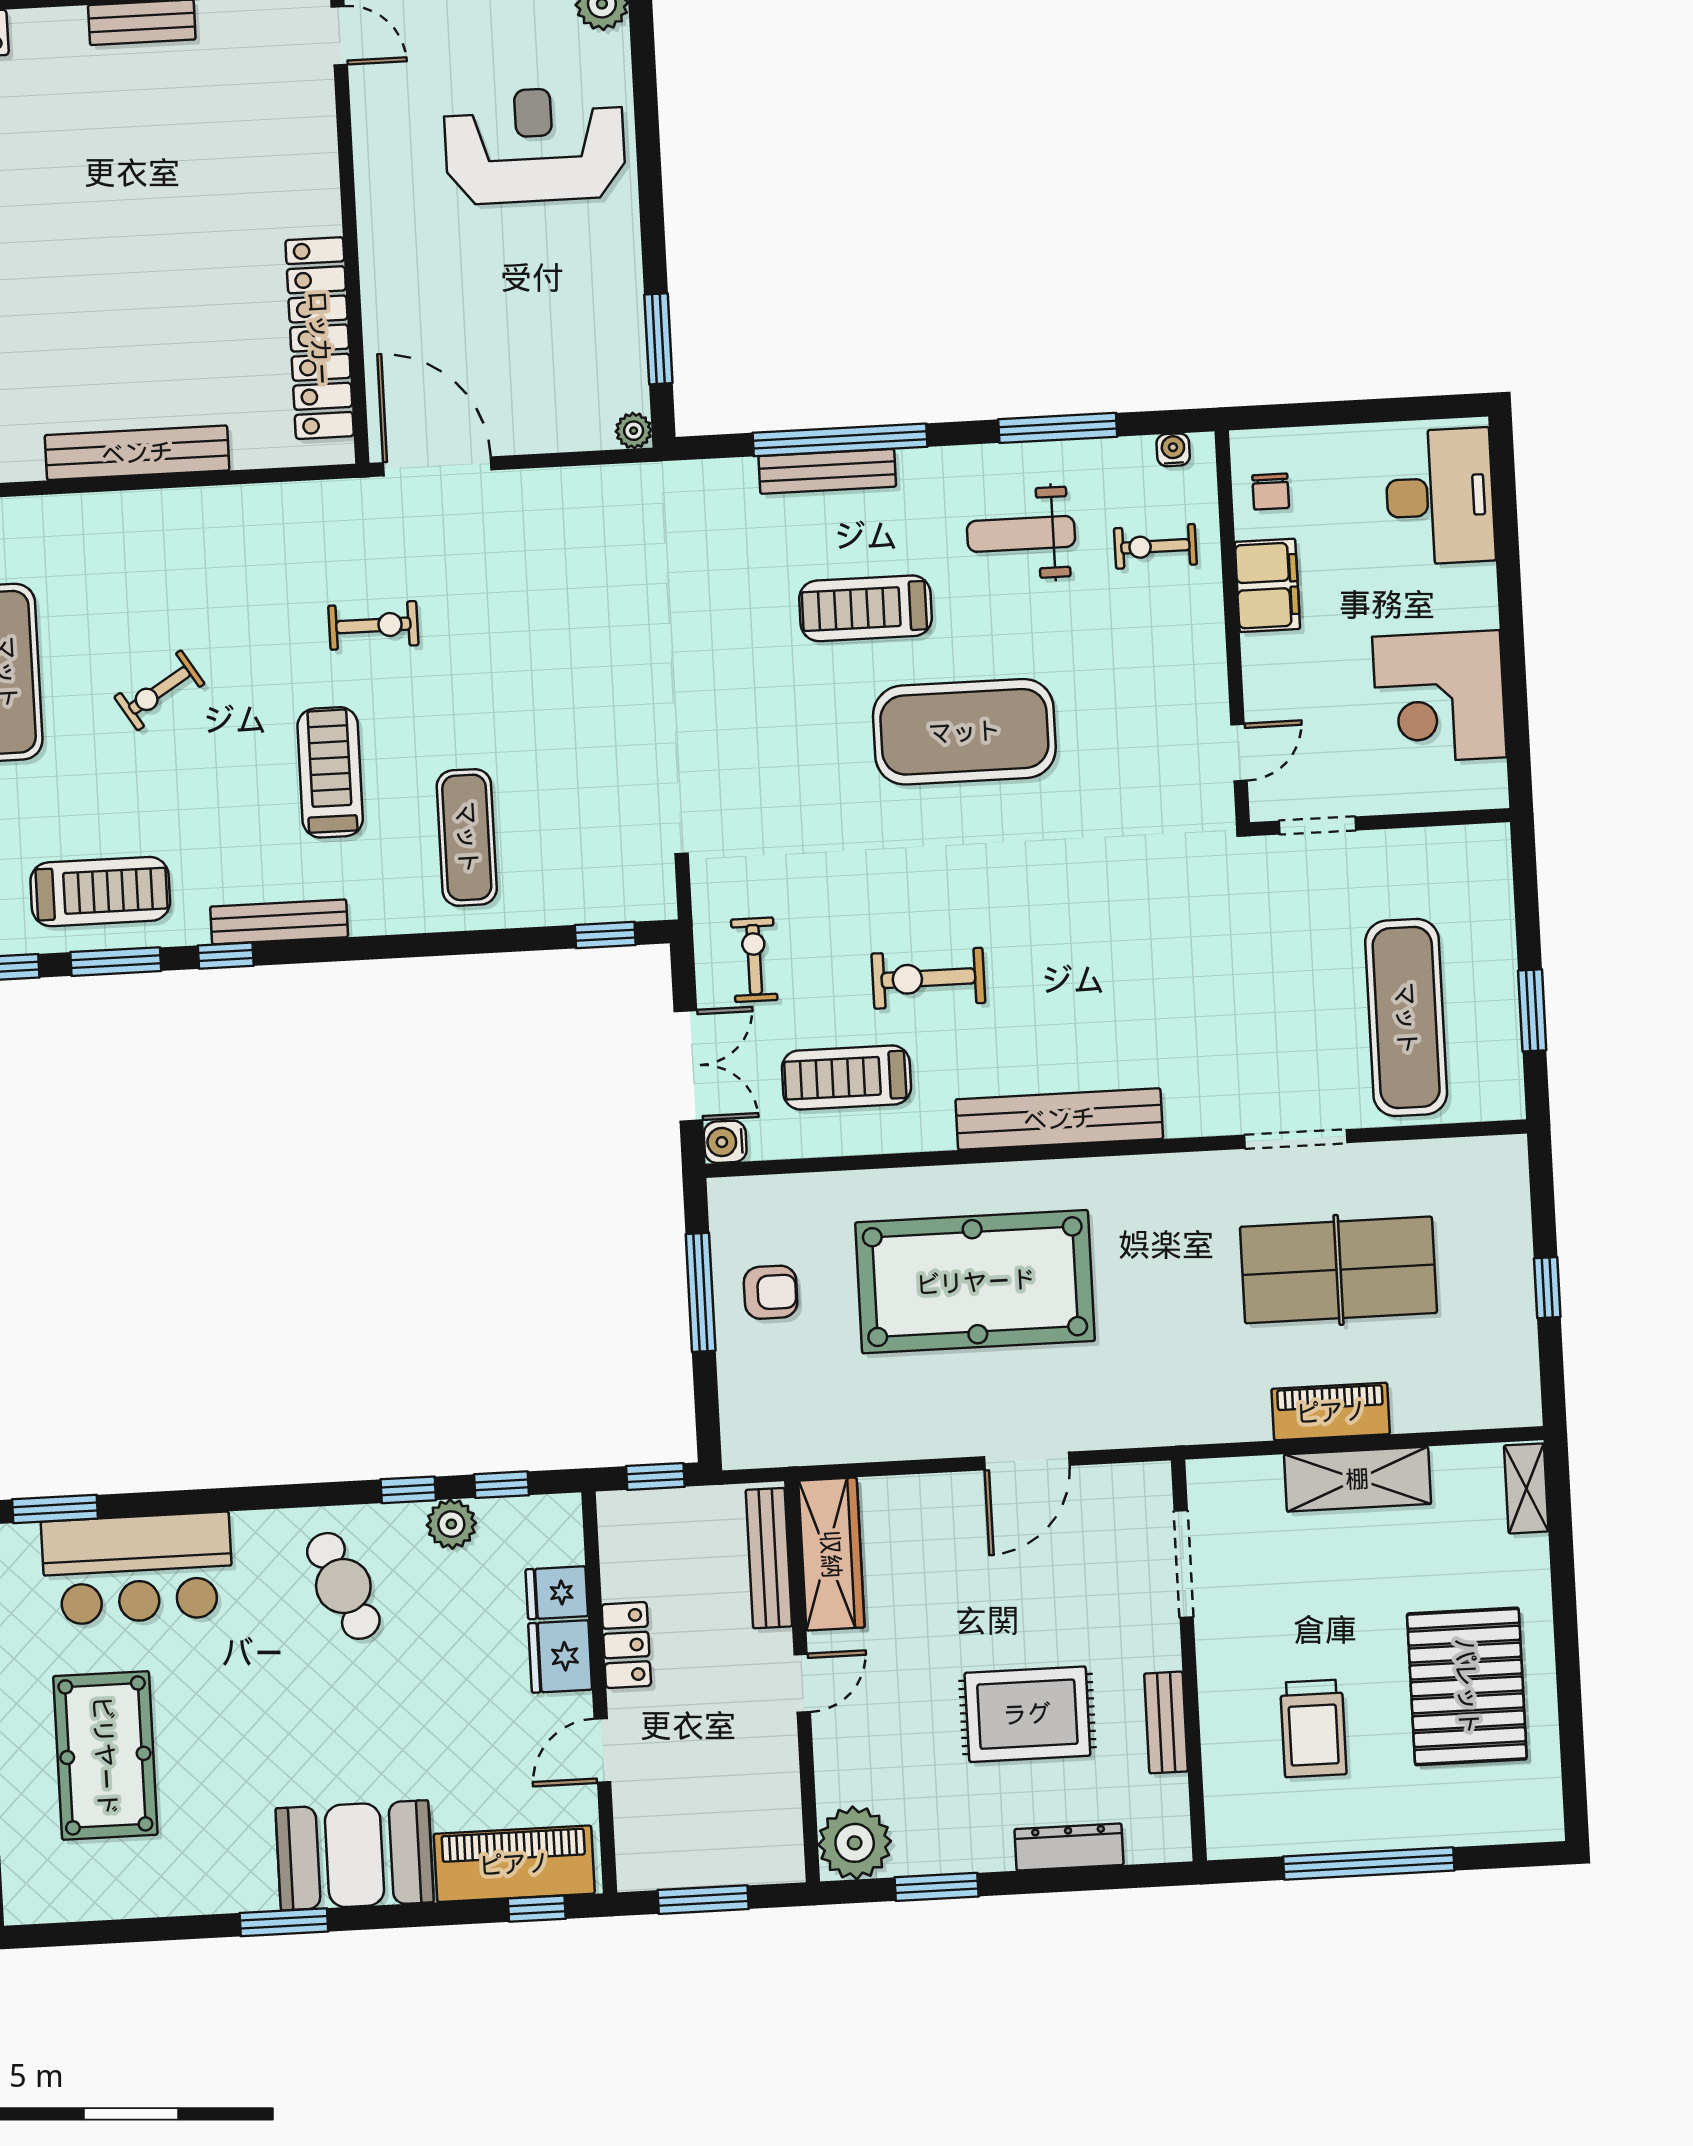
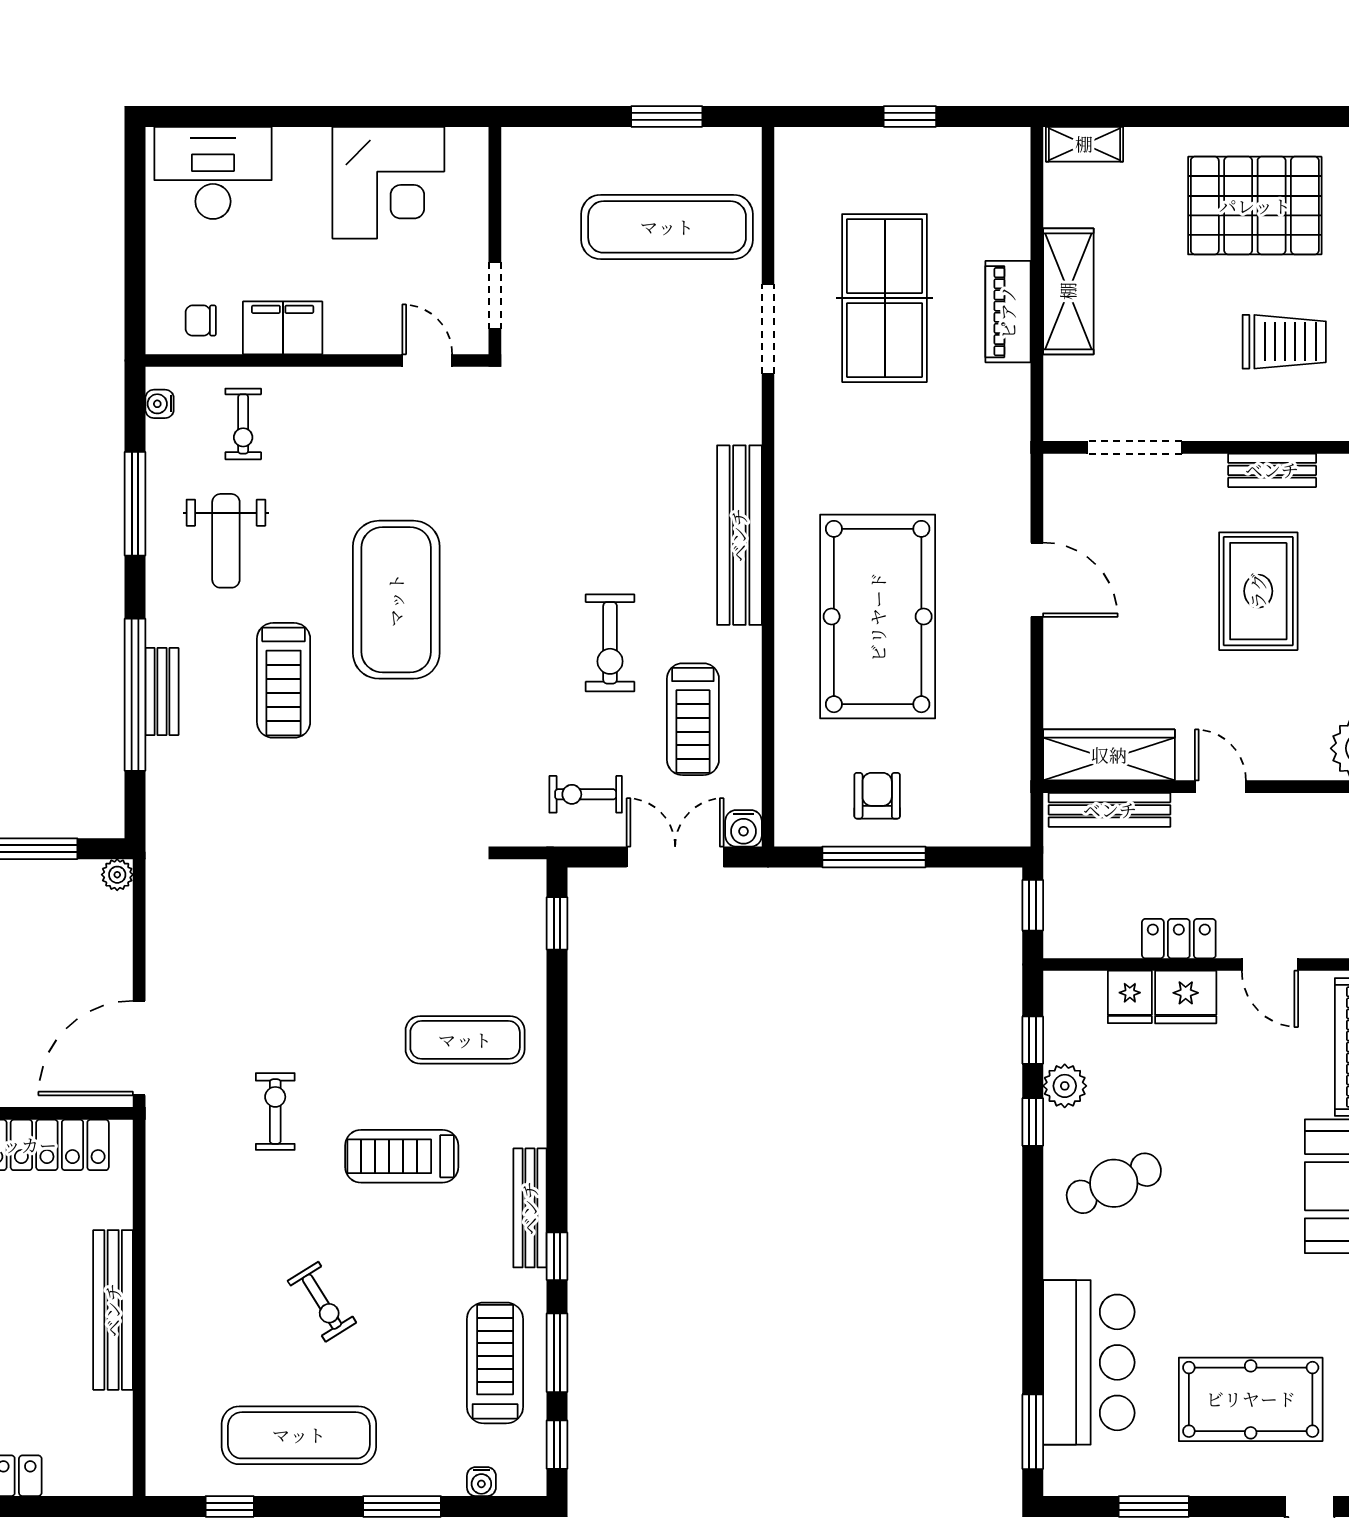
bench: (827, 471) -> (162, 691), width x0.73
chair: (1271, 492) -> (201, 321), turned 180

